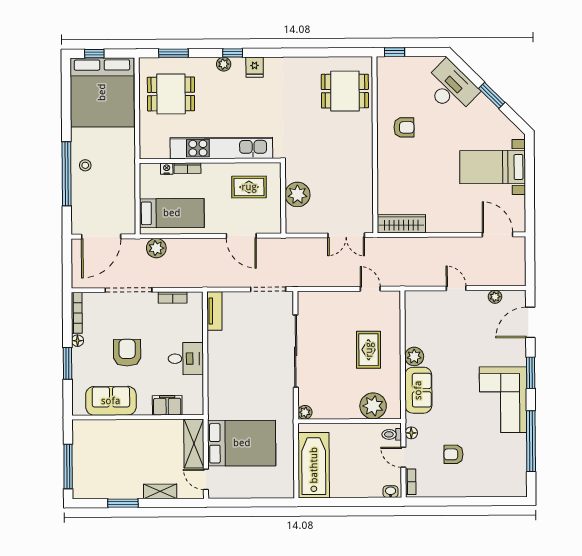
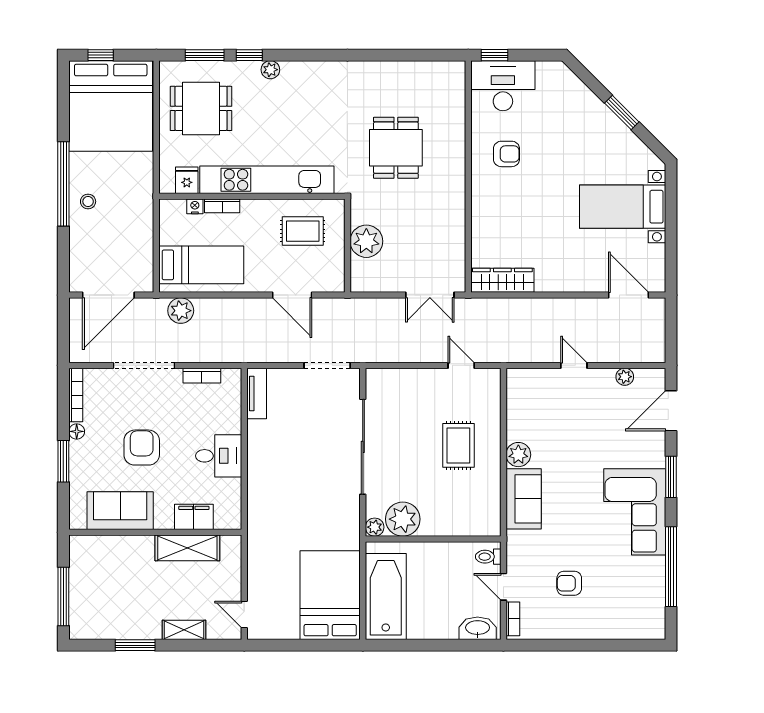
window: (233, 53) -> (249, 55), moved
fridge: (255, 67) -> (187, 180), moved, turned 180
desk: (451, 88) -> (503, 86), moved, turned -45
dining table: (345, 91) -> (396, 148), moved, turned 90
window: (67, 174) -> (63, 184), moved
plant: (373, 406) -> (403, 519), moved
floor lamp: (411, 433) -> (514, 555), removed
shelving: (194, 443) -> (187, 548), moved, turned 90
bed: (242, 443) -> (330, 595), moved, turned -90
washbasin: (391, 492) -> (478, 628), width x1.91, depth x1.45

